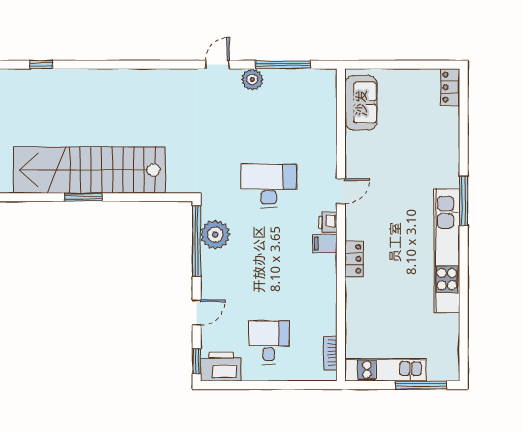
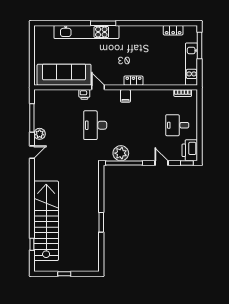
door: (217, 65) -> (32, 152), swing flipped
locker: (450, 87) -> (173, 30), moved
sofa: (361, 103) -> (64, 75), width x1.85, depth x1.27
stairs: (90, 170) -> (46, 221), moved, turned 180
printer: (328, 223) -> (84, 94), moved
kitchen unit: (447, 251) -> (86, 32), moved

